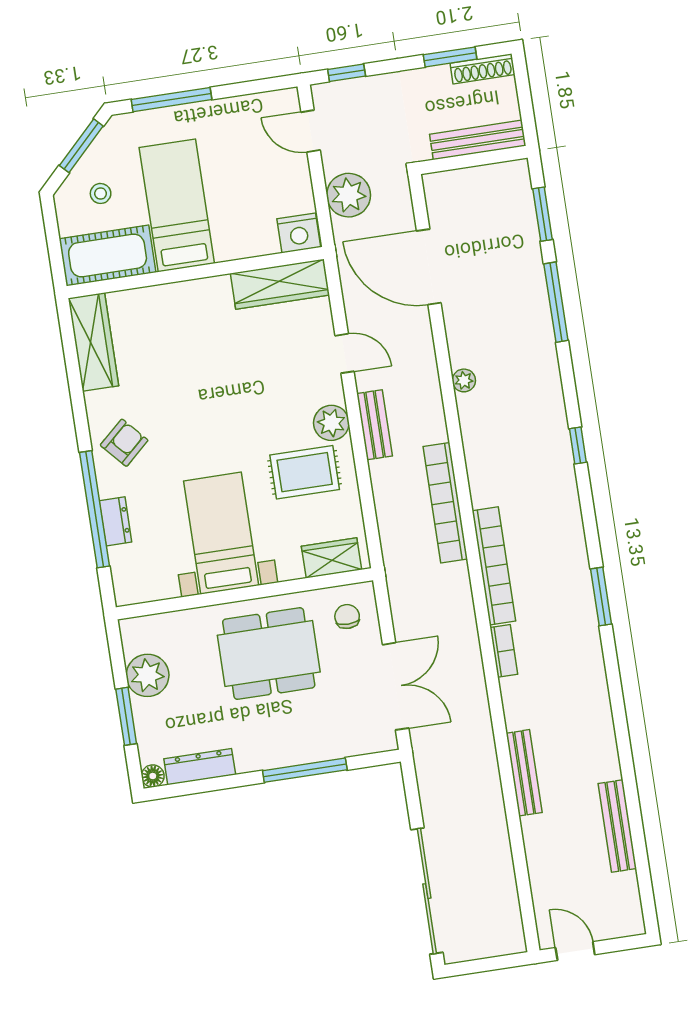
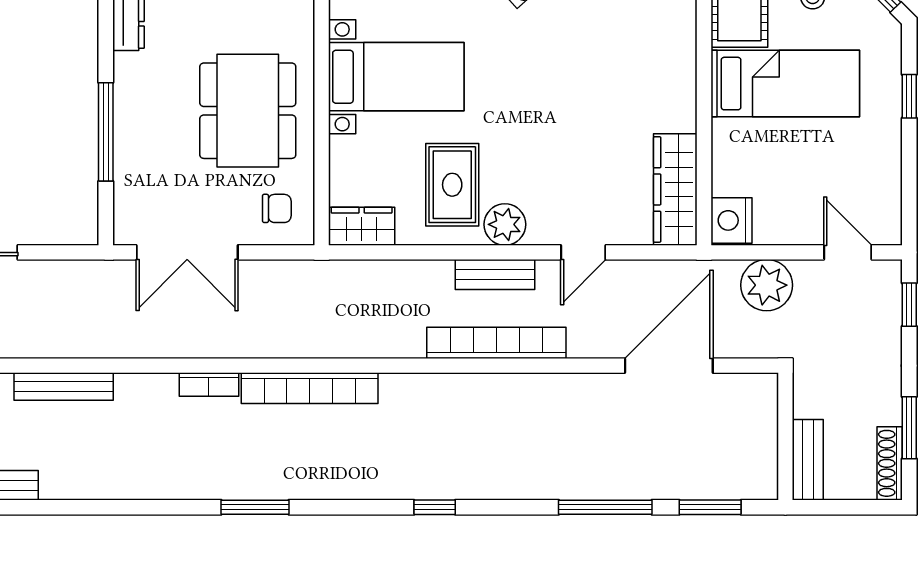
window: (172, 100) -> (909, 96), width x0.46
door: (311, 131) -> (848, 252), hinge flipped
bench: (478, 140) -> (808, 460), width x0.73
plant: (464, 380) -> (531, 386), removed
bookcase: (445, 503) -> (496, 343), moved
wardrobe: (331, 558) -> (362, 226), moved, turned -90

